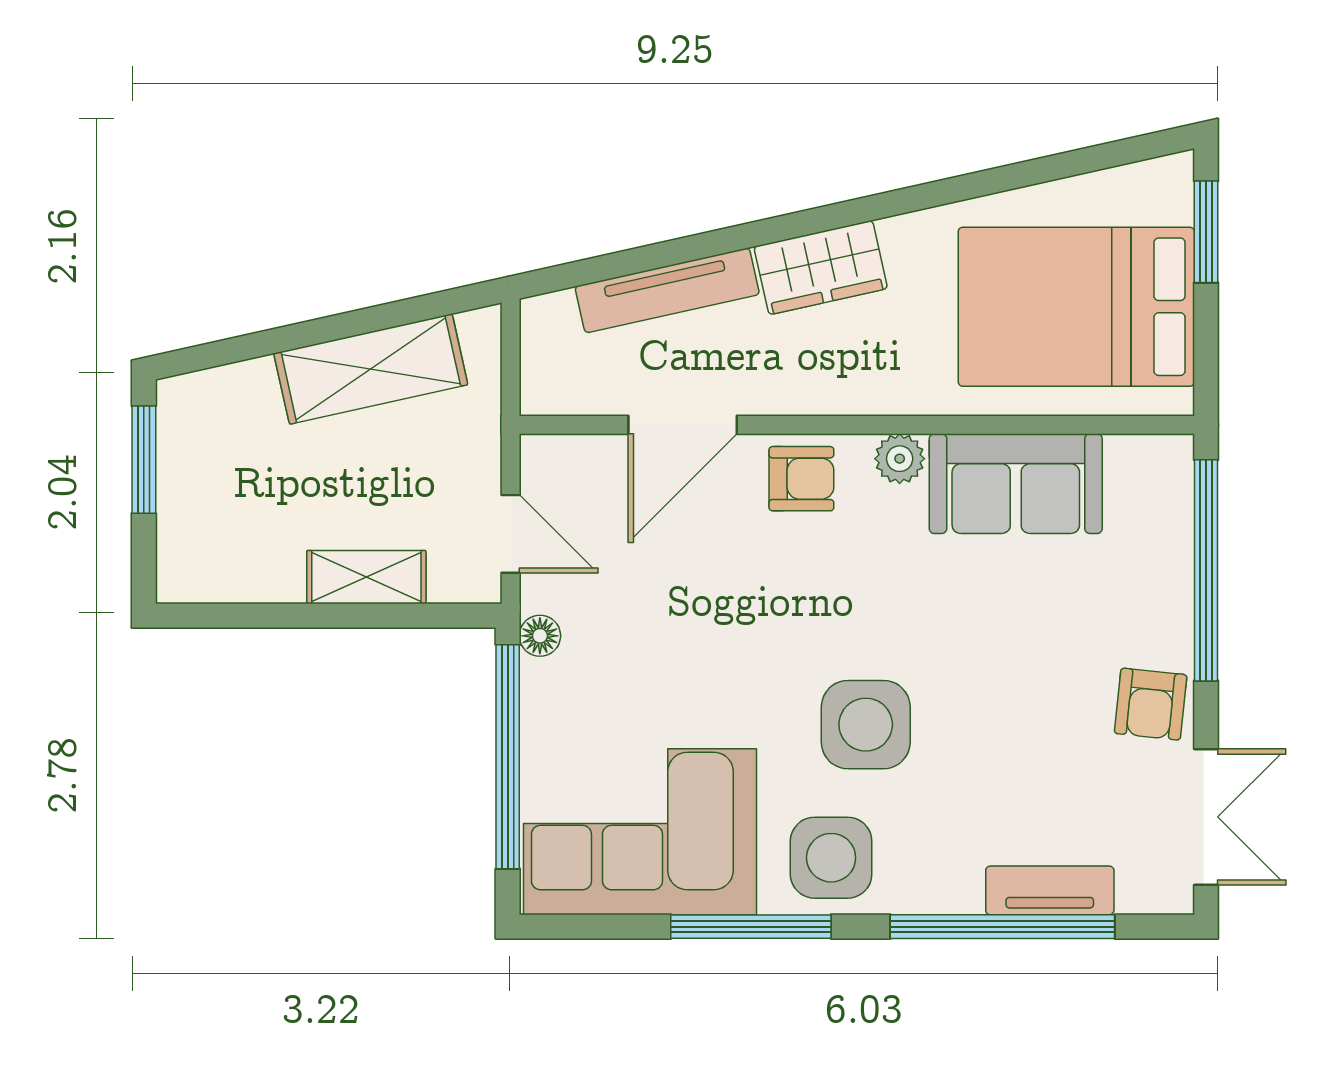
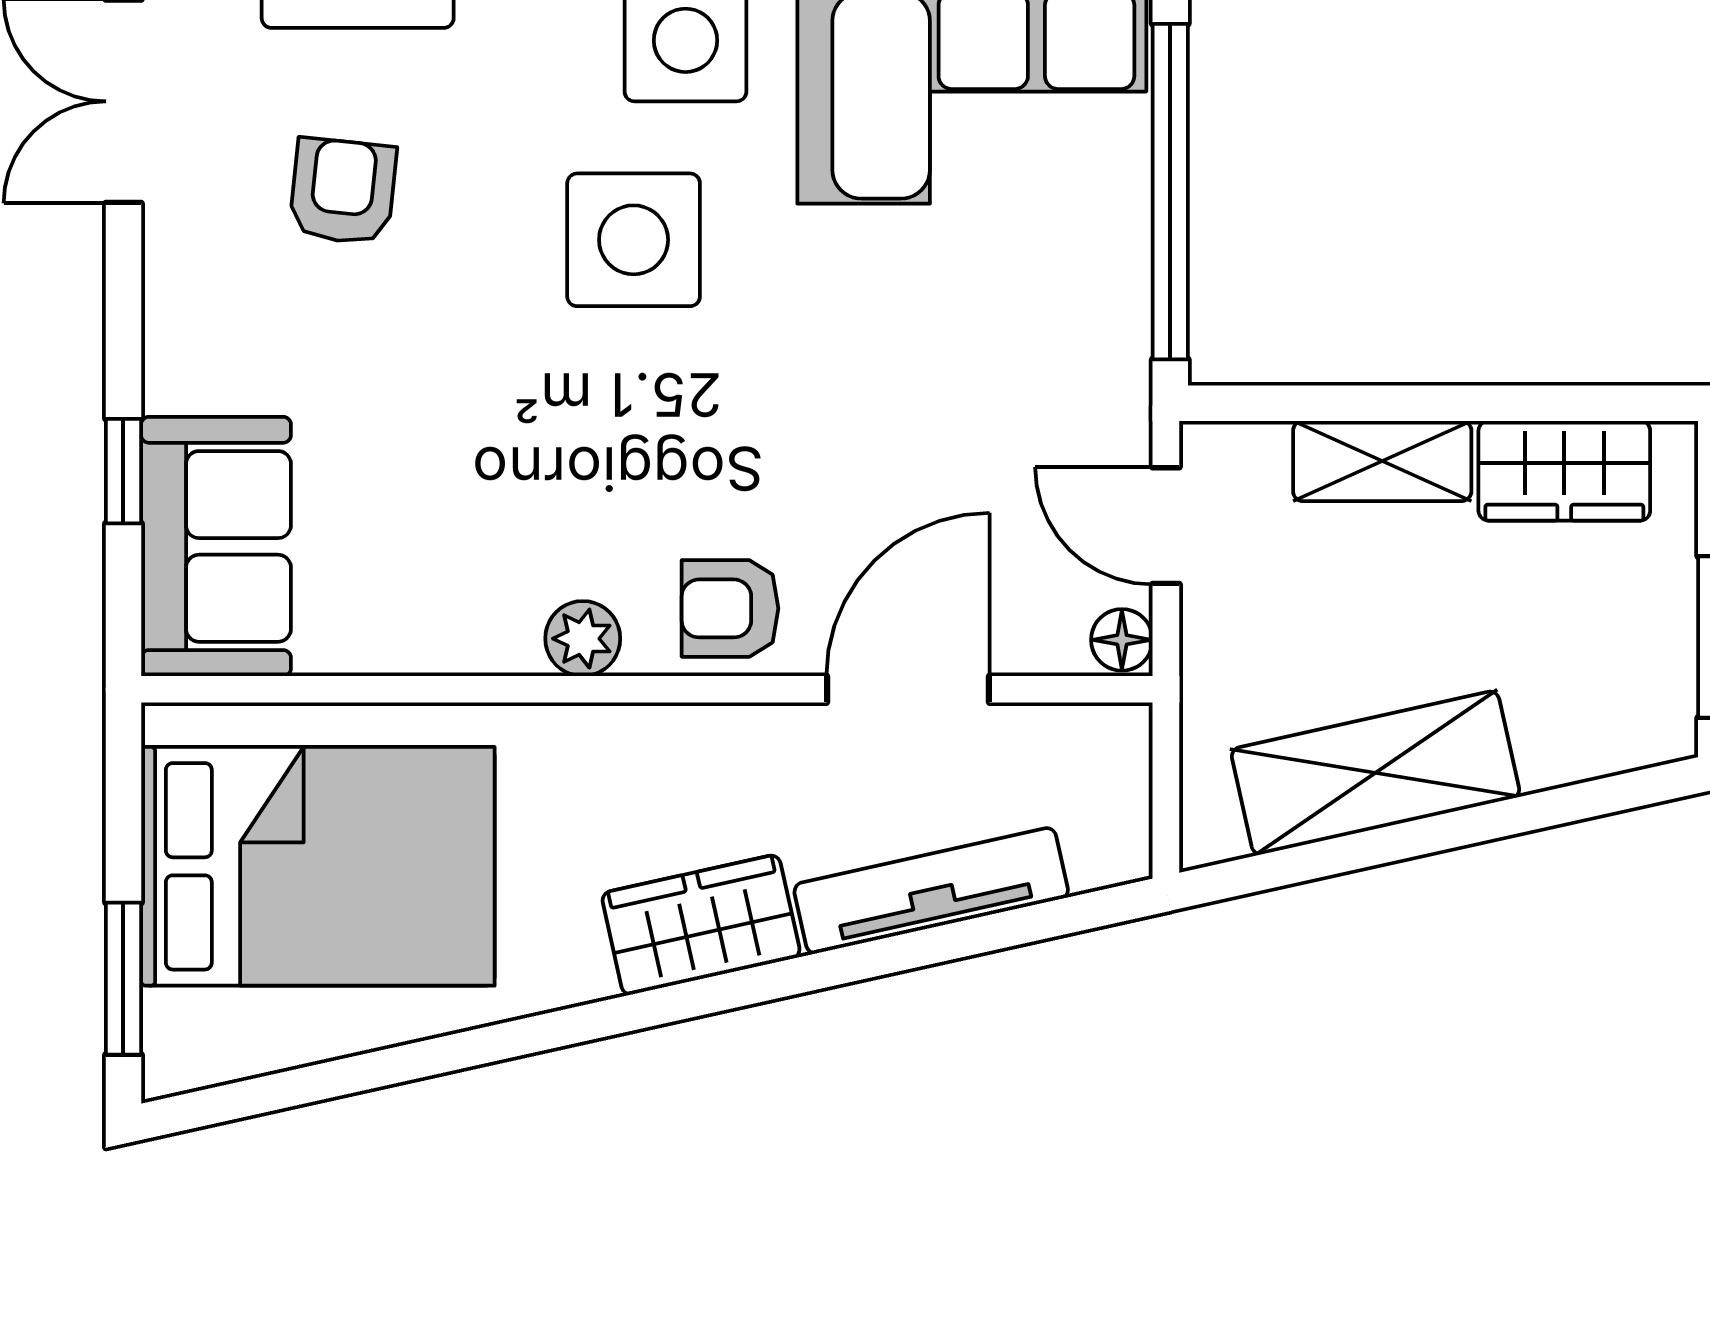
sofa: (1016, 484) -> (216, 546), moved, turned 90
window: (1206, 570) -> (123, 471), width x0.32
wardrobe: (245, 571) -> (1564, 471), added
floor lamp: (540, 636) -> (1122, 640), moved
armchair: (1151, 704) -> (343, 191), moved

